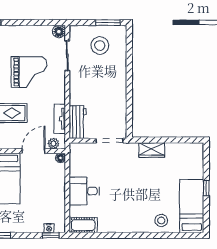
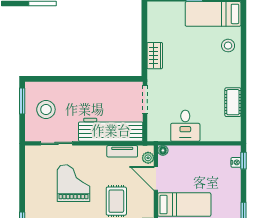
floor lamp: (59, 32) -> (31, 152), removed
workbench: (78, 122) -> (111, 130), width x1.88, depth x1.32
desk: (84, 191) -> (185, 126), moved
cot: (83, 225) -> (233, 102), moved

